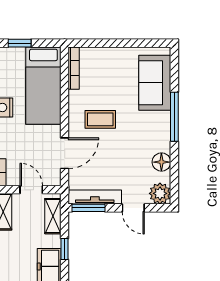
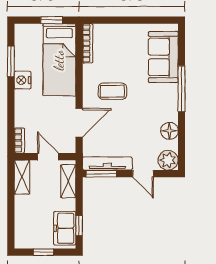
window: (20, 43) -> (52, 20), moved
window: (65, 249) -> (79, 226), moved

